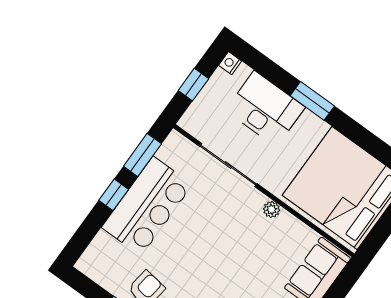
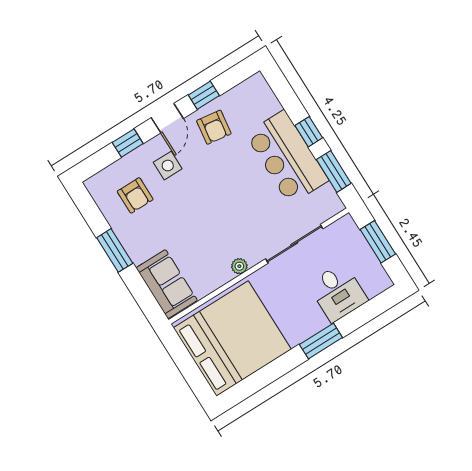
nightstand: (230, 63) -> (384, 282), removed
window: (193, 85) -> (378, 242), width x1.50
desk: (265, 109) -> (338, 292), width x0.73

